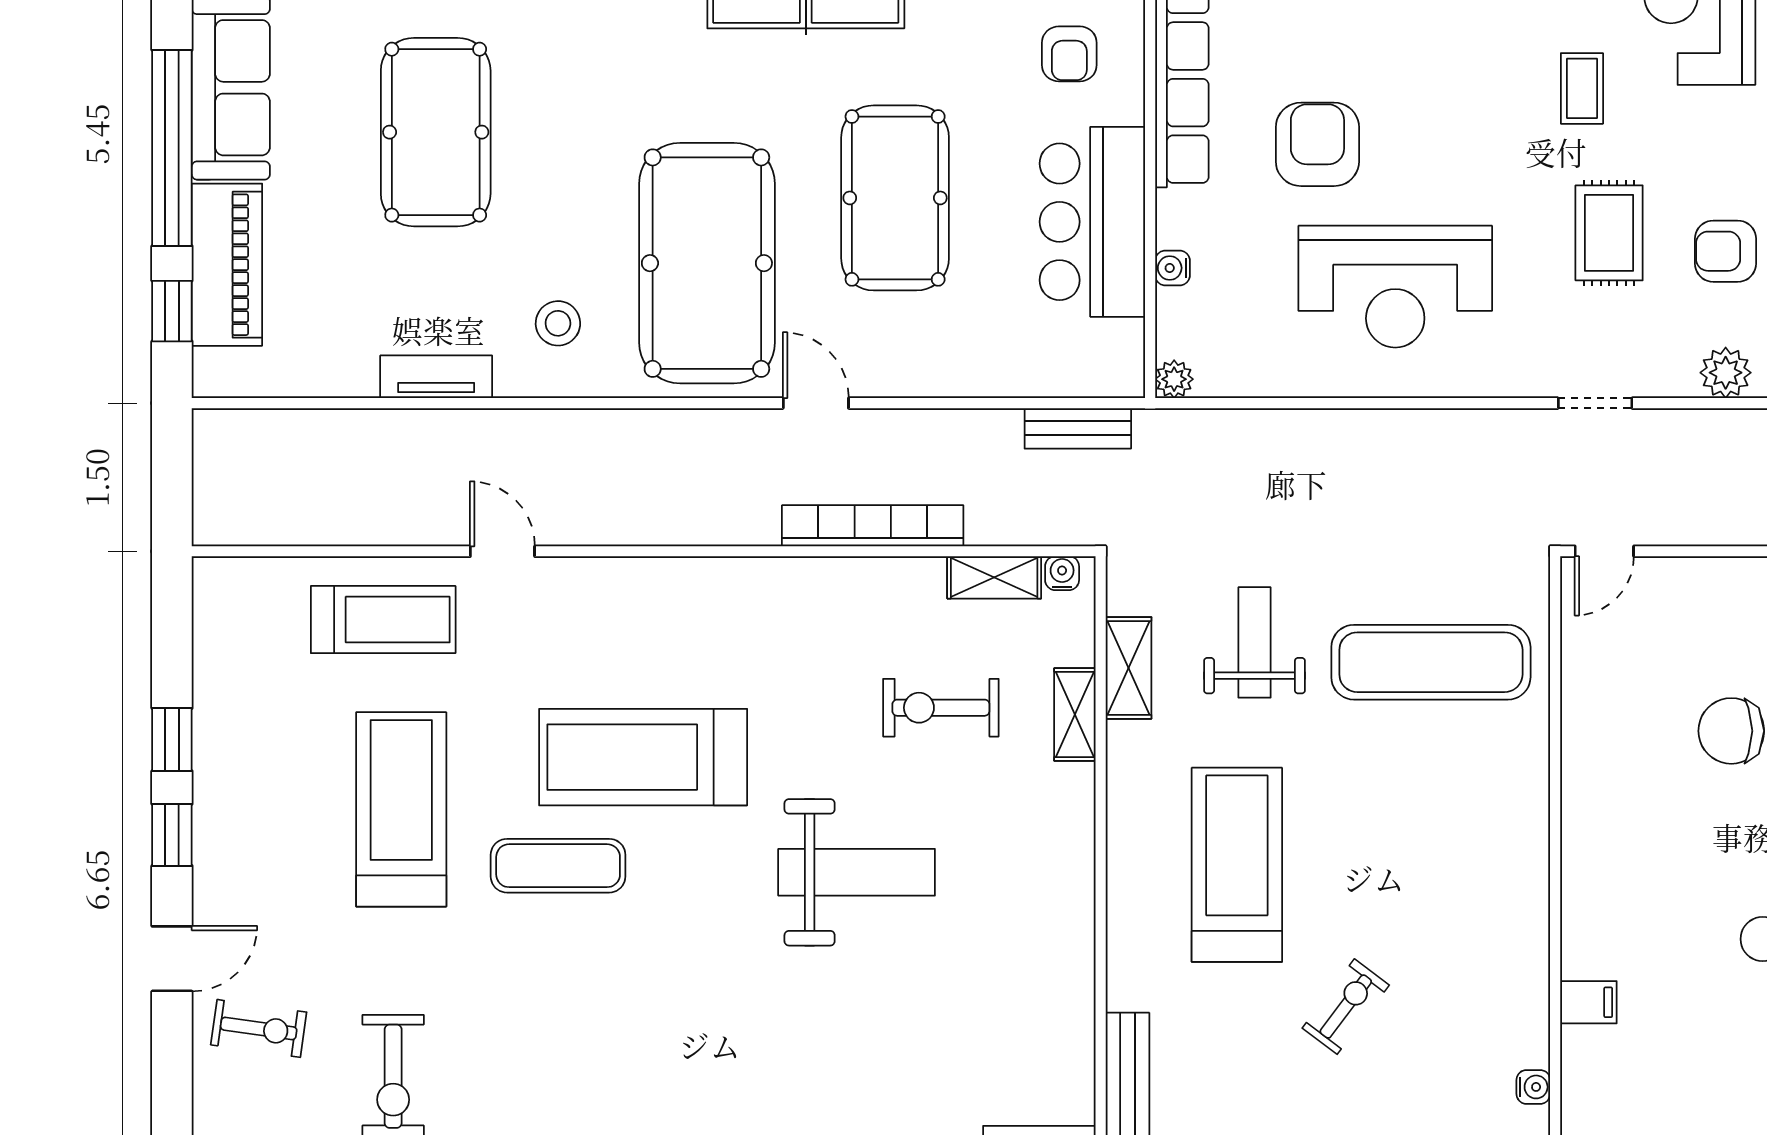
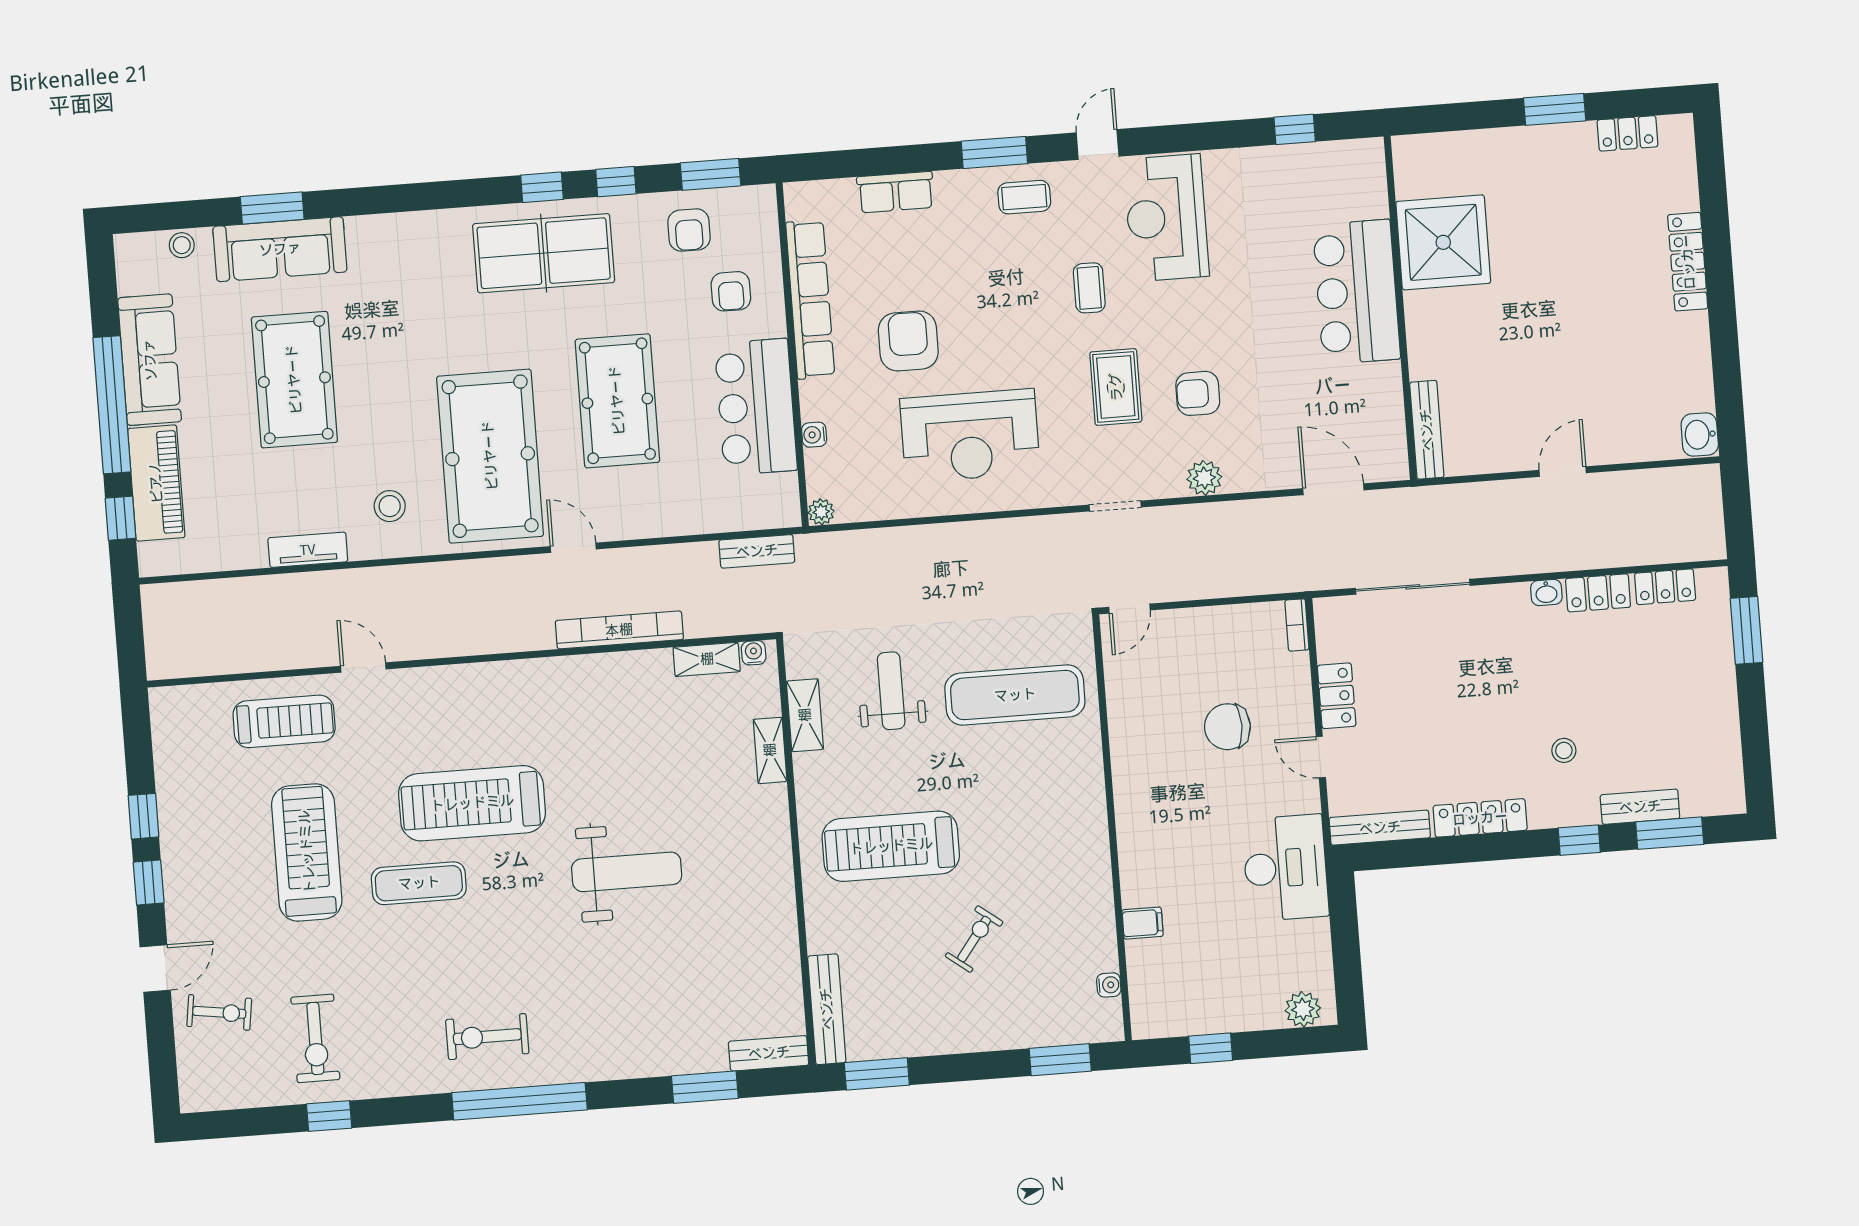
exercise bike: (941, 708) -> (487, 1037), moved
treadmill: (1237, 865) -> (891, 846), turned -90

